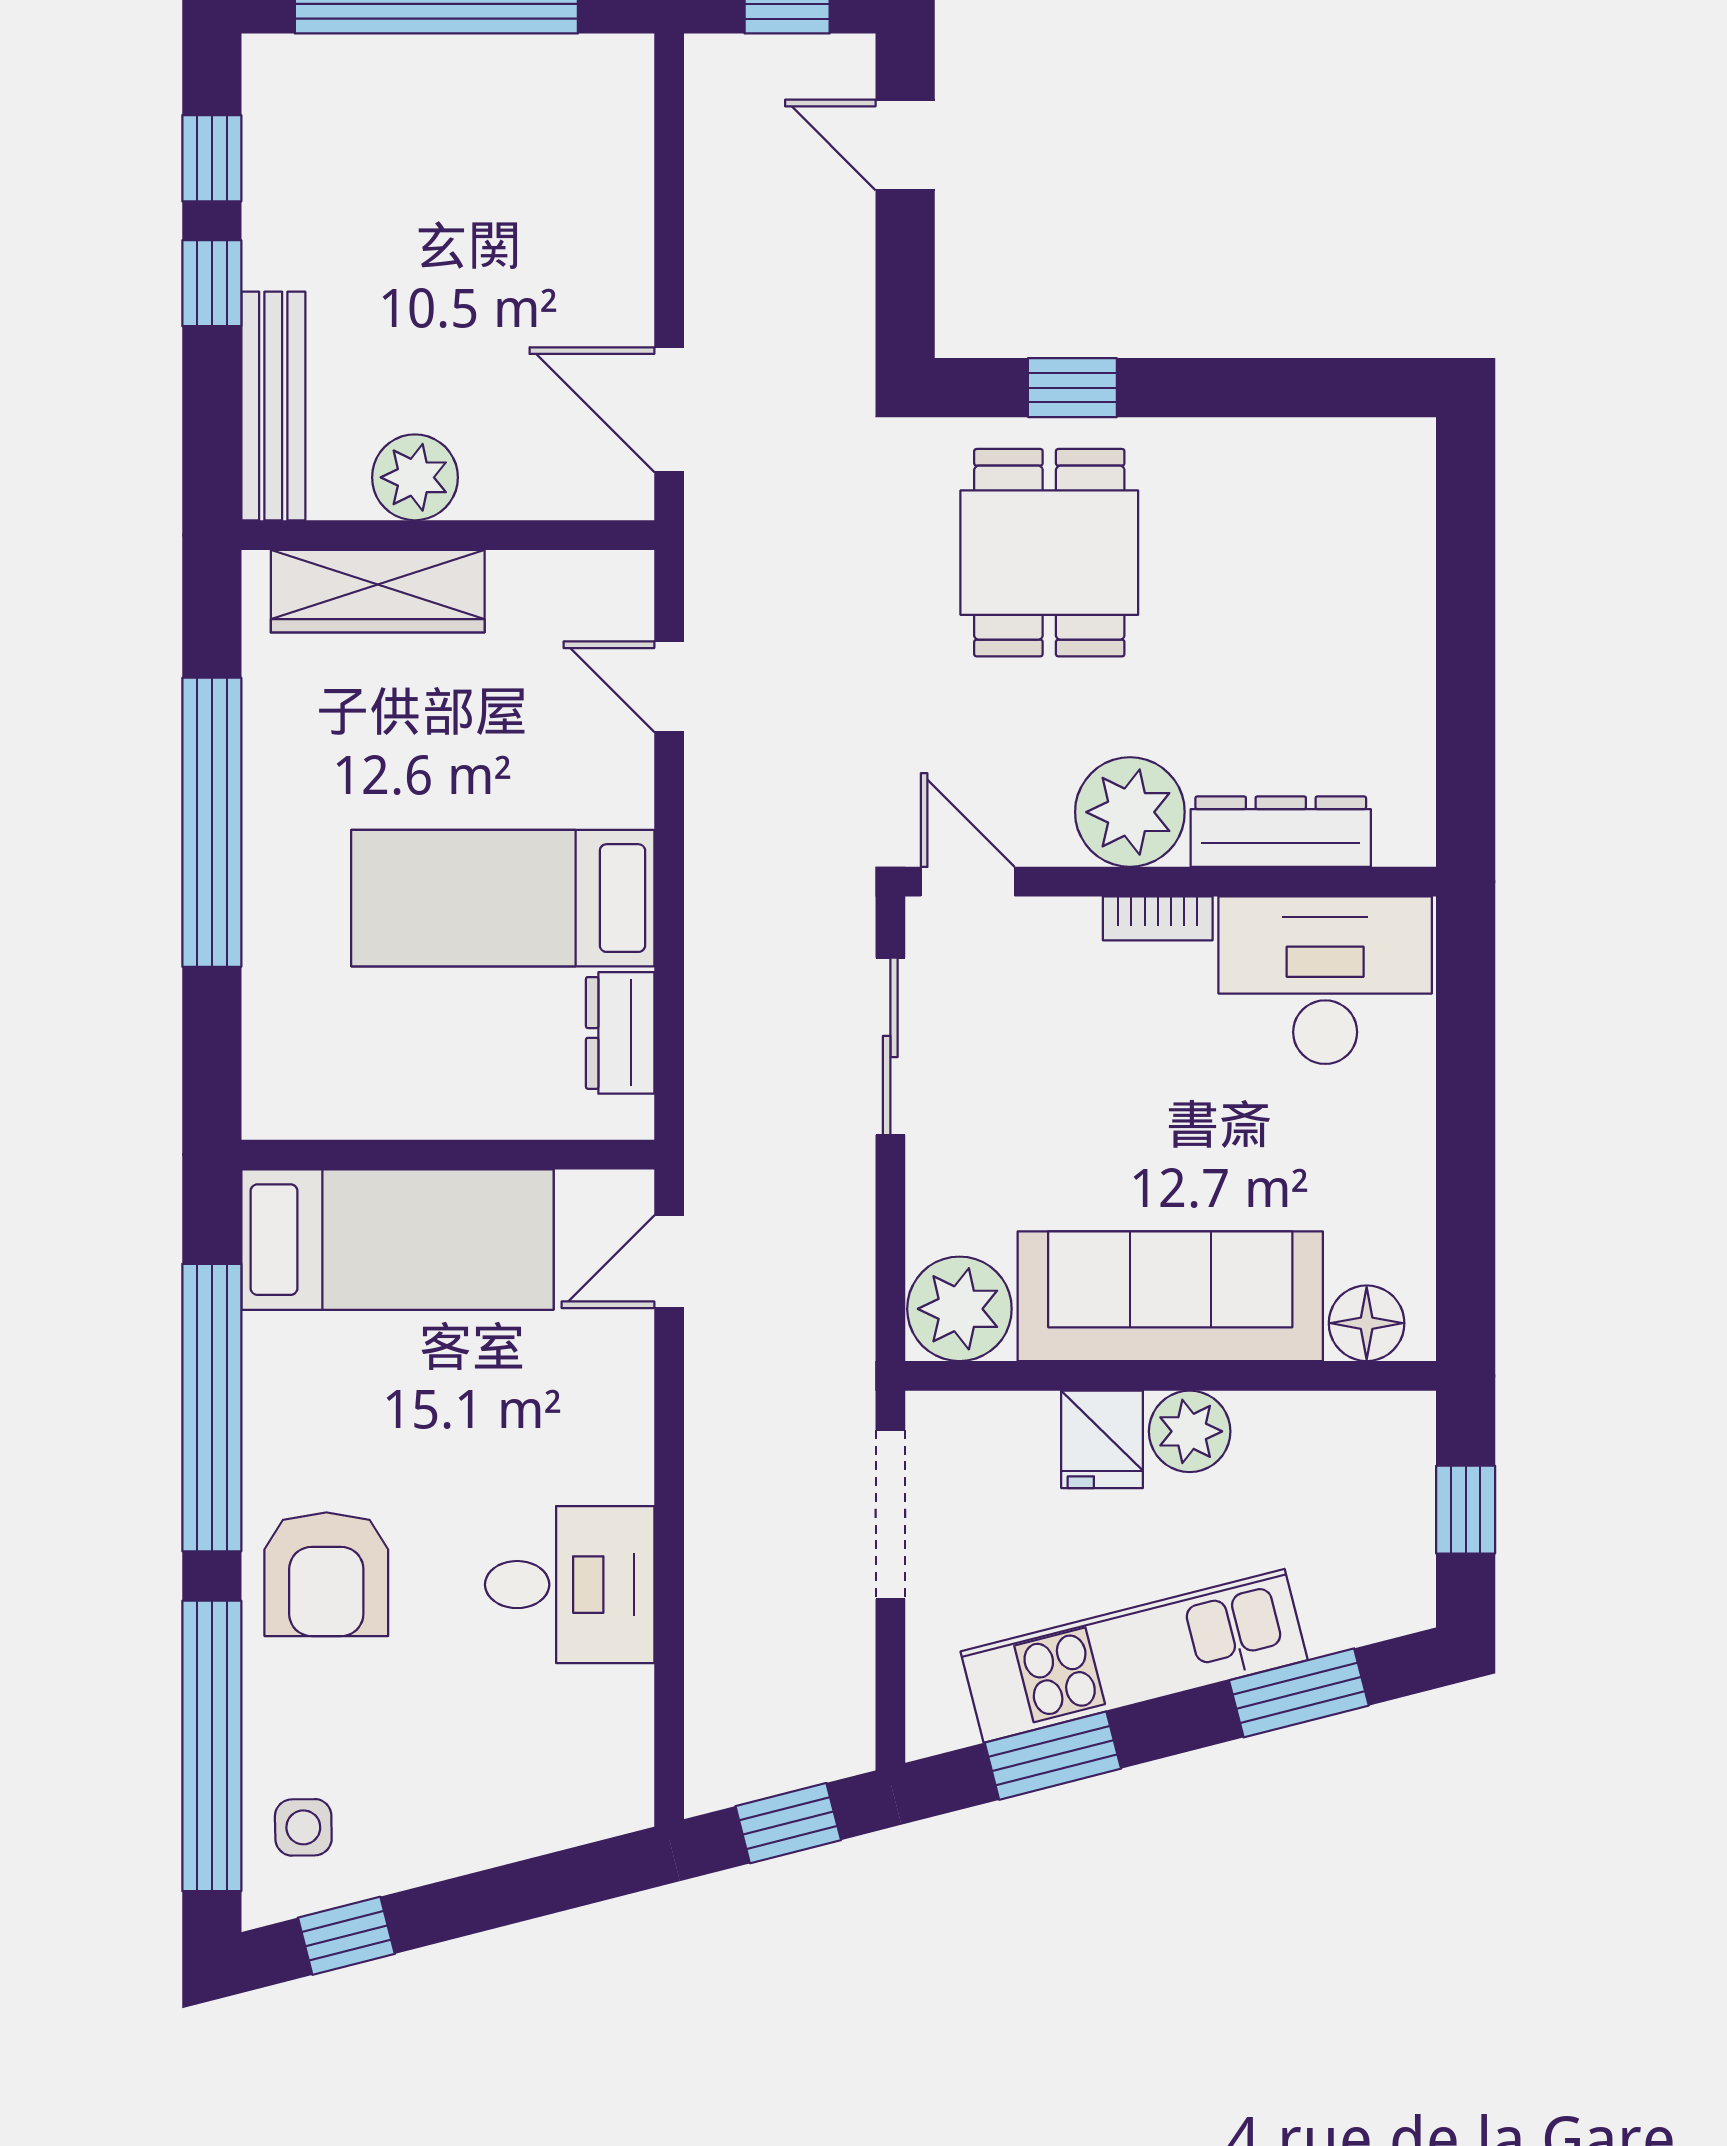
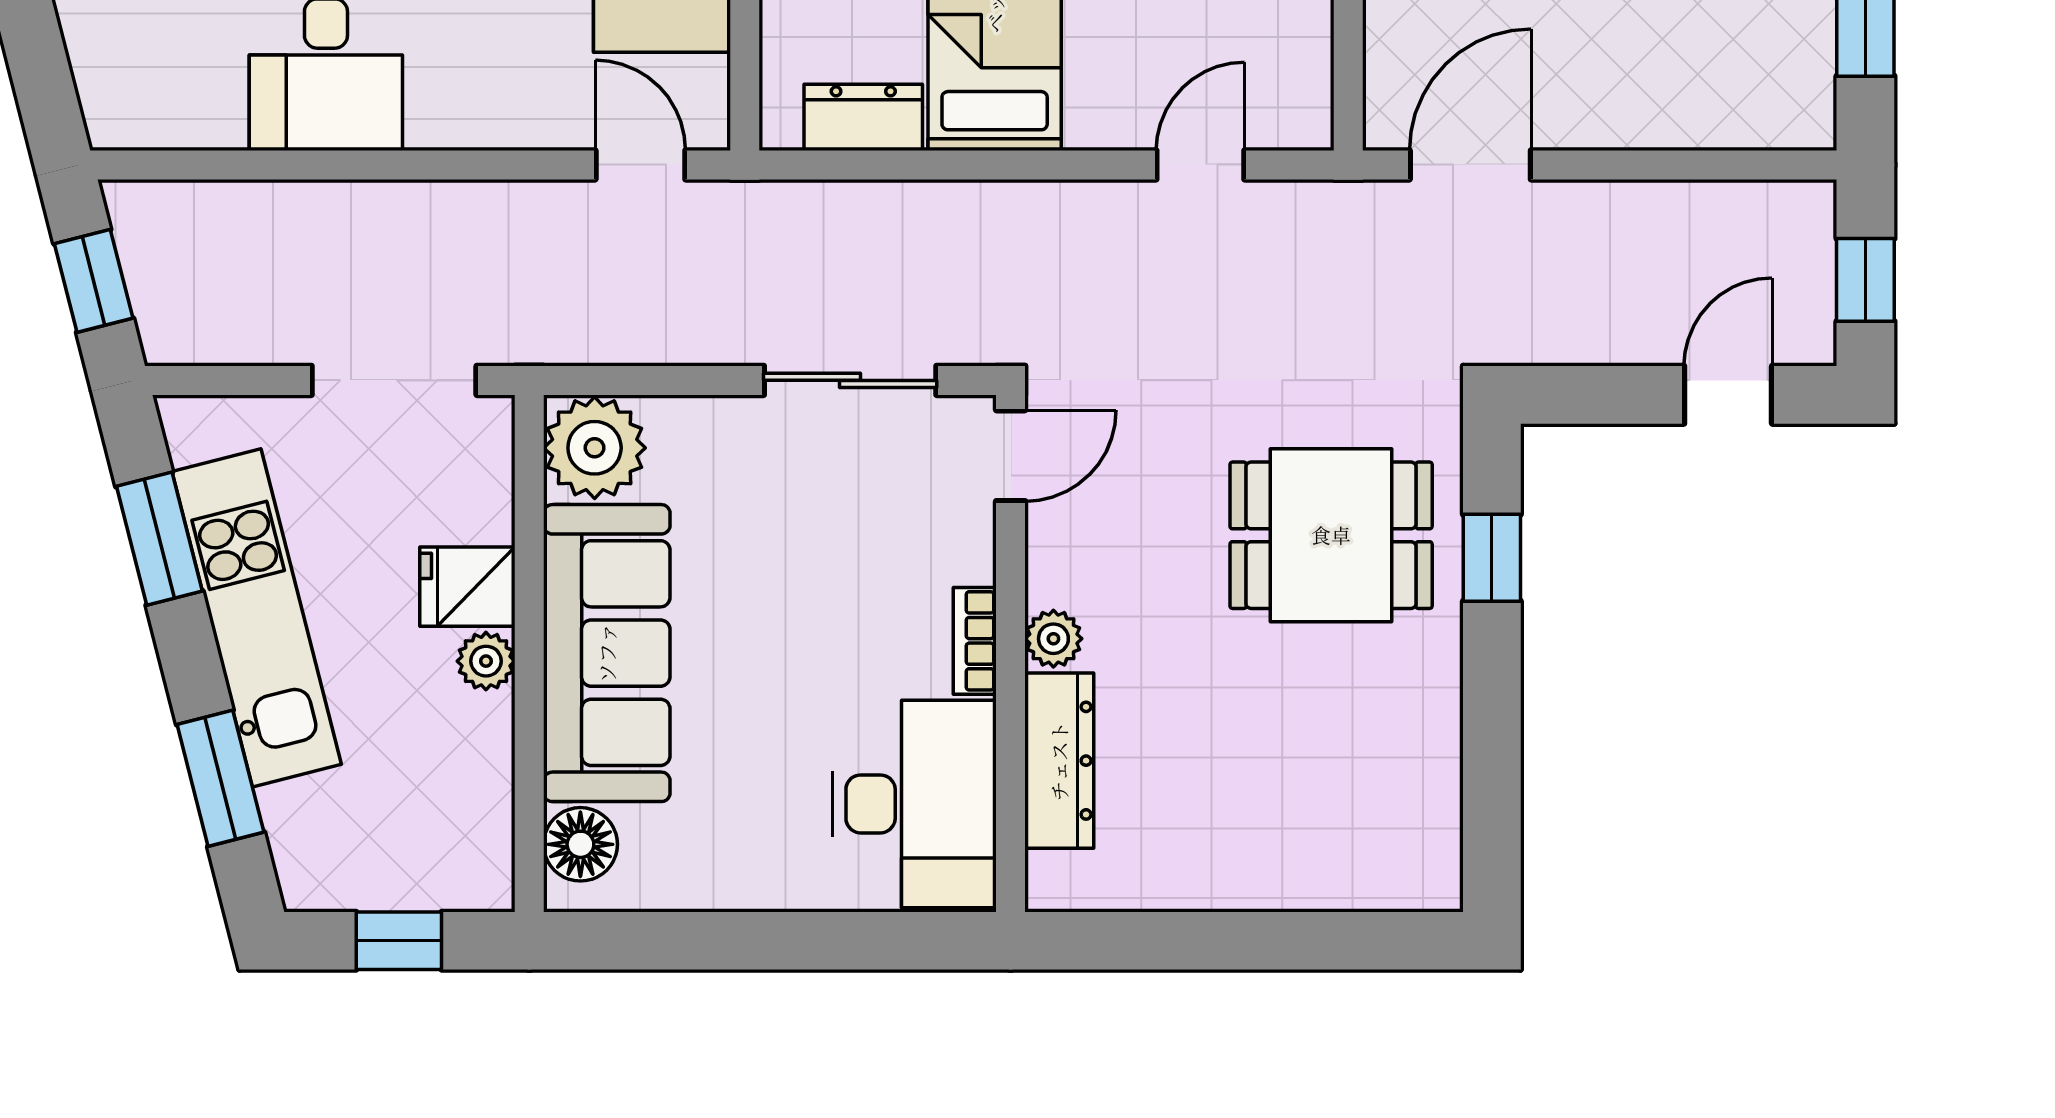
plant: (1130, 812) -> (1053, 639), width x0.53, depth x0.53
plant: (1190, 1431) -> (486, 661), width x0.73, depth x0.73

